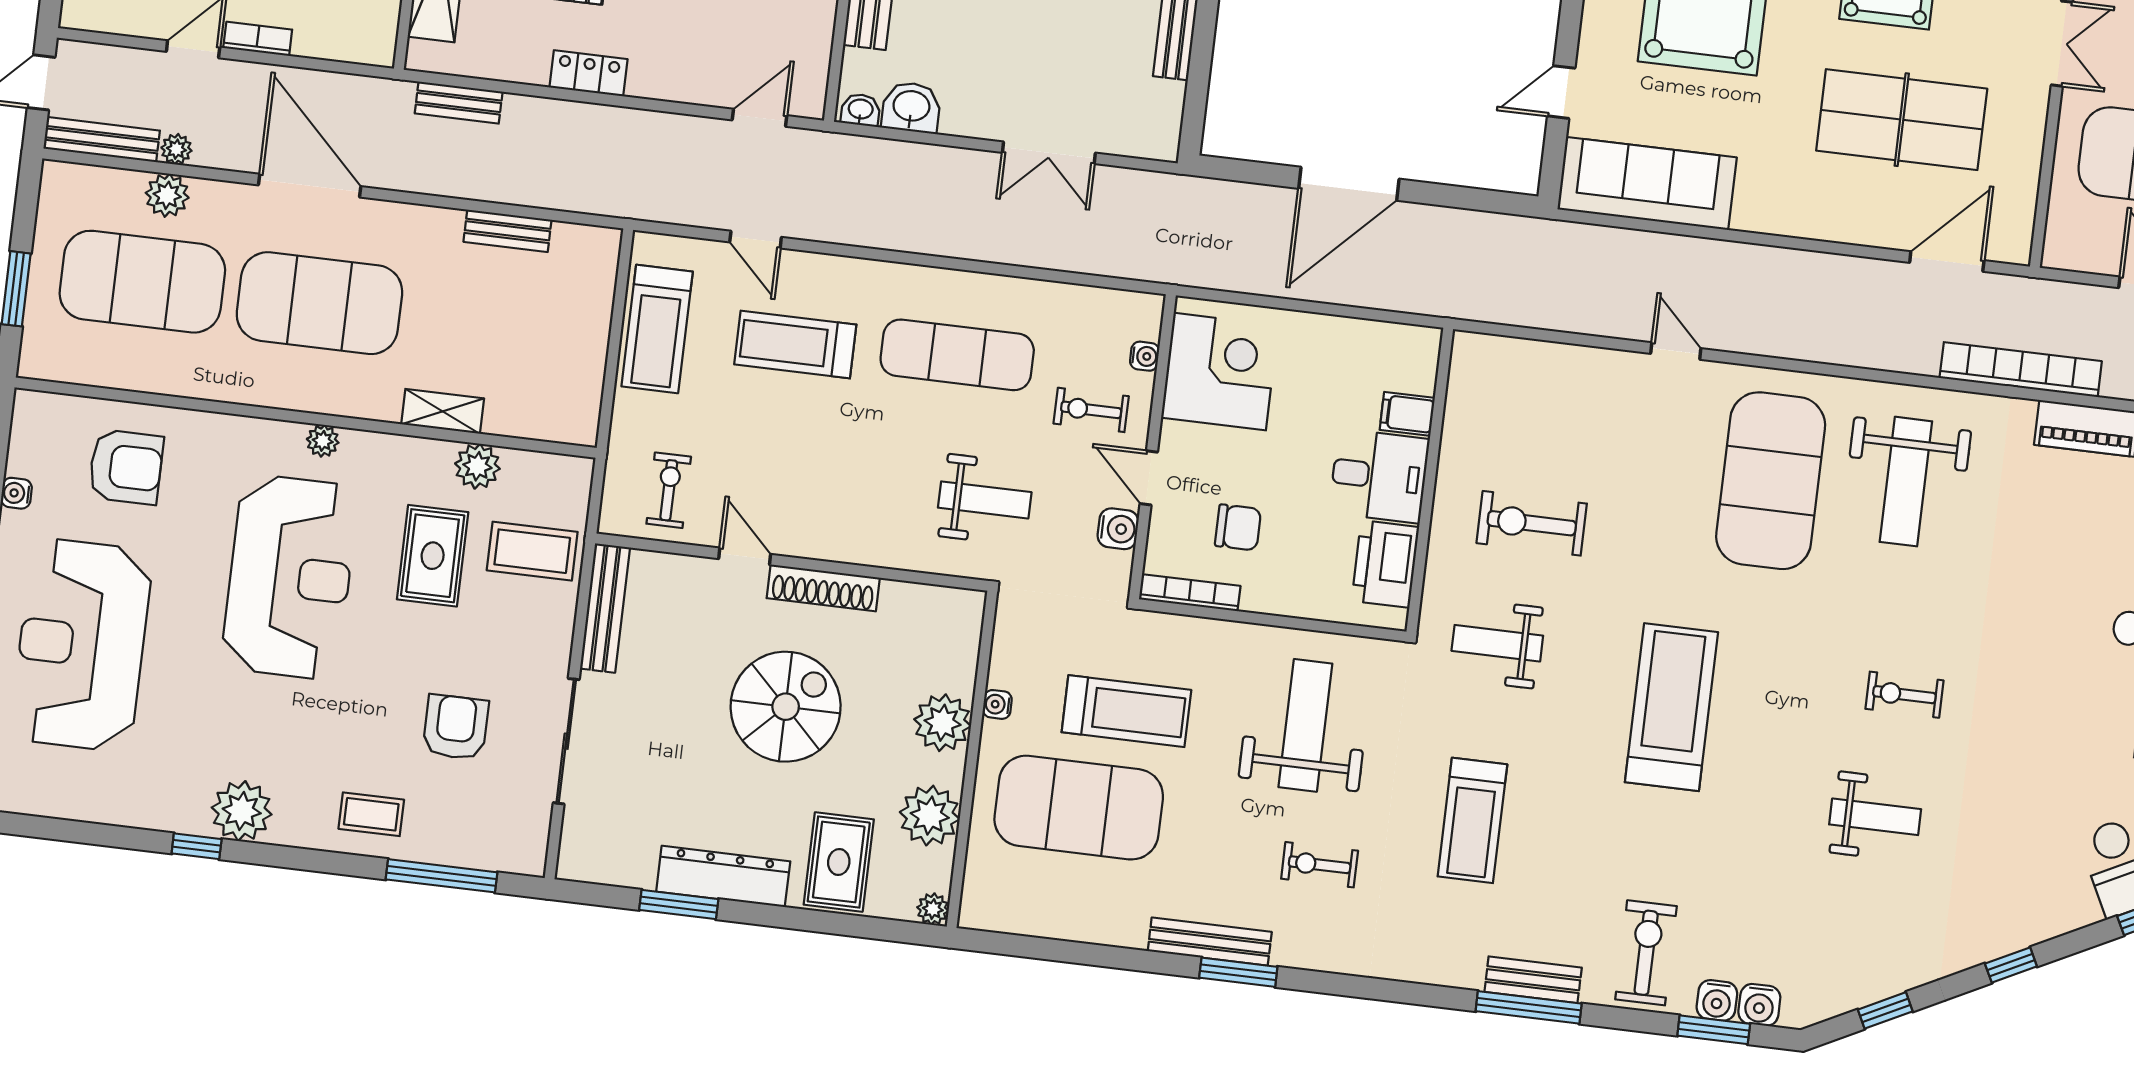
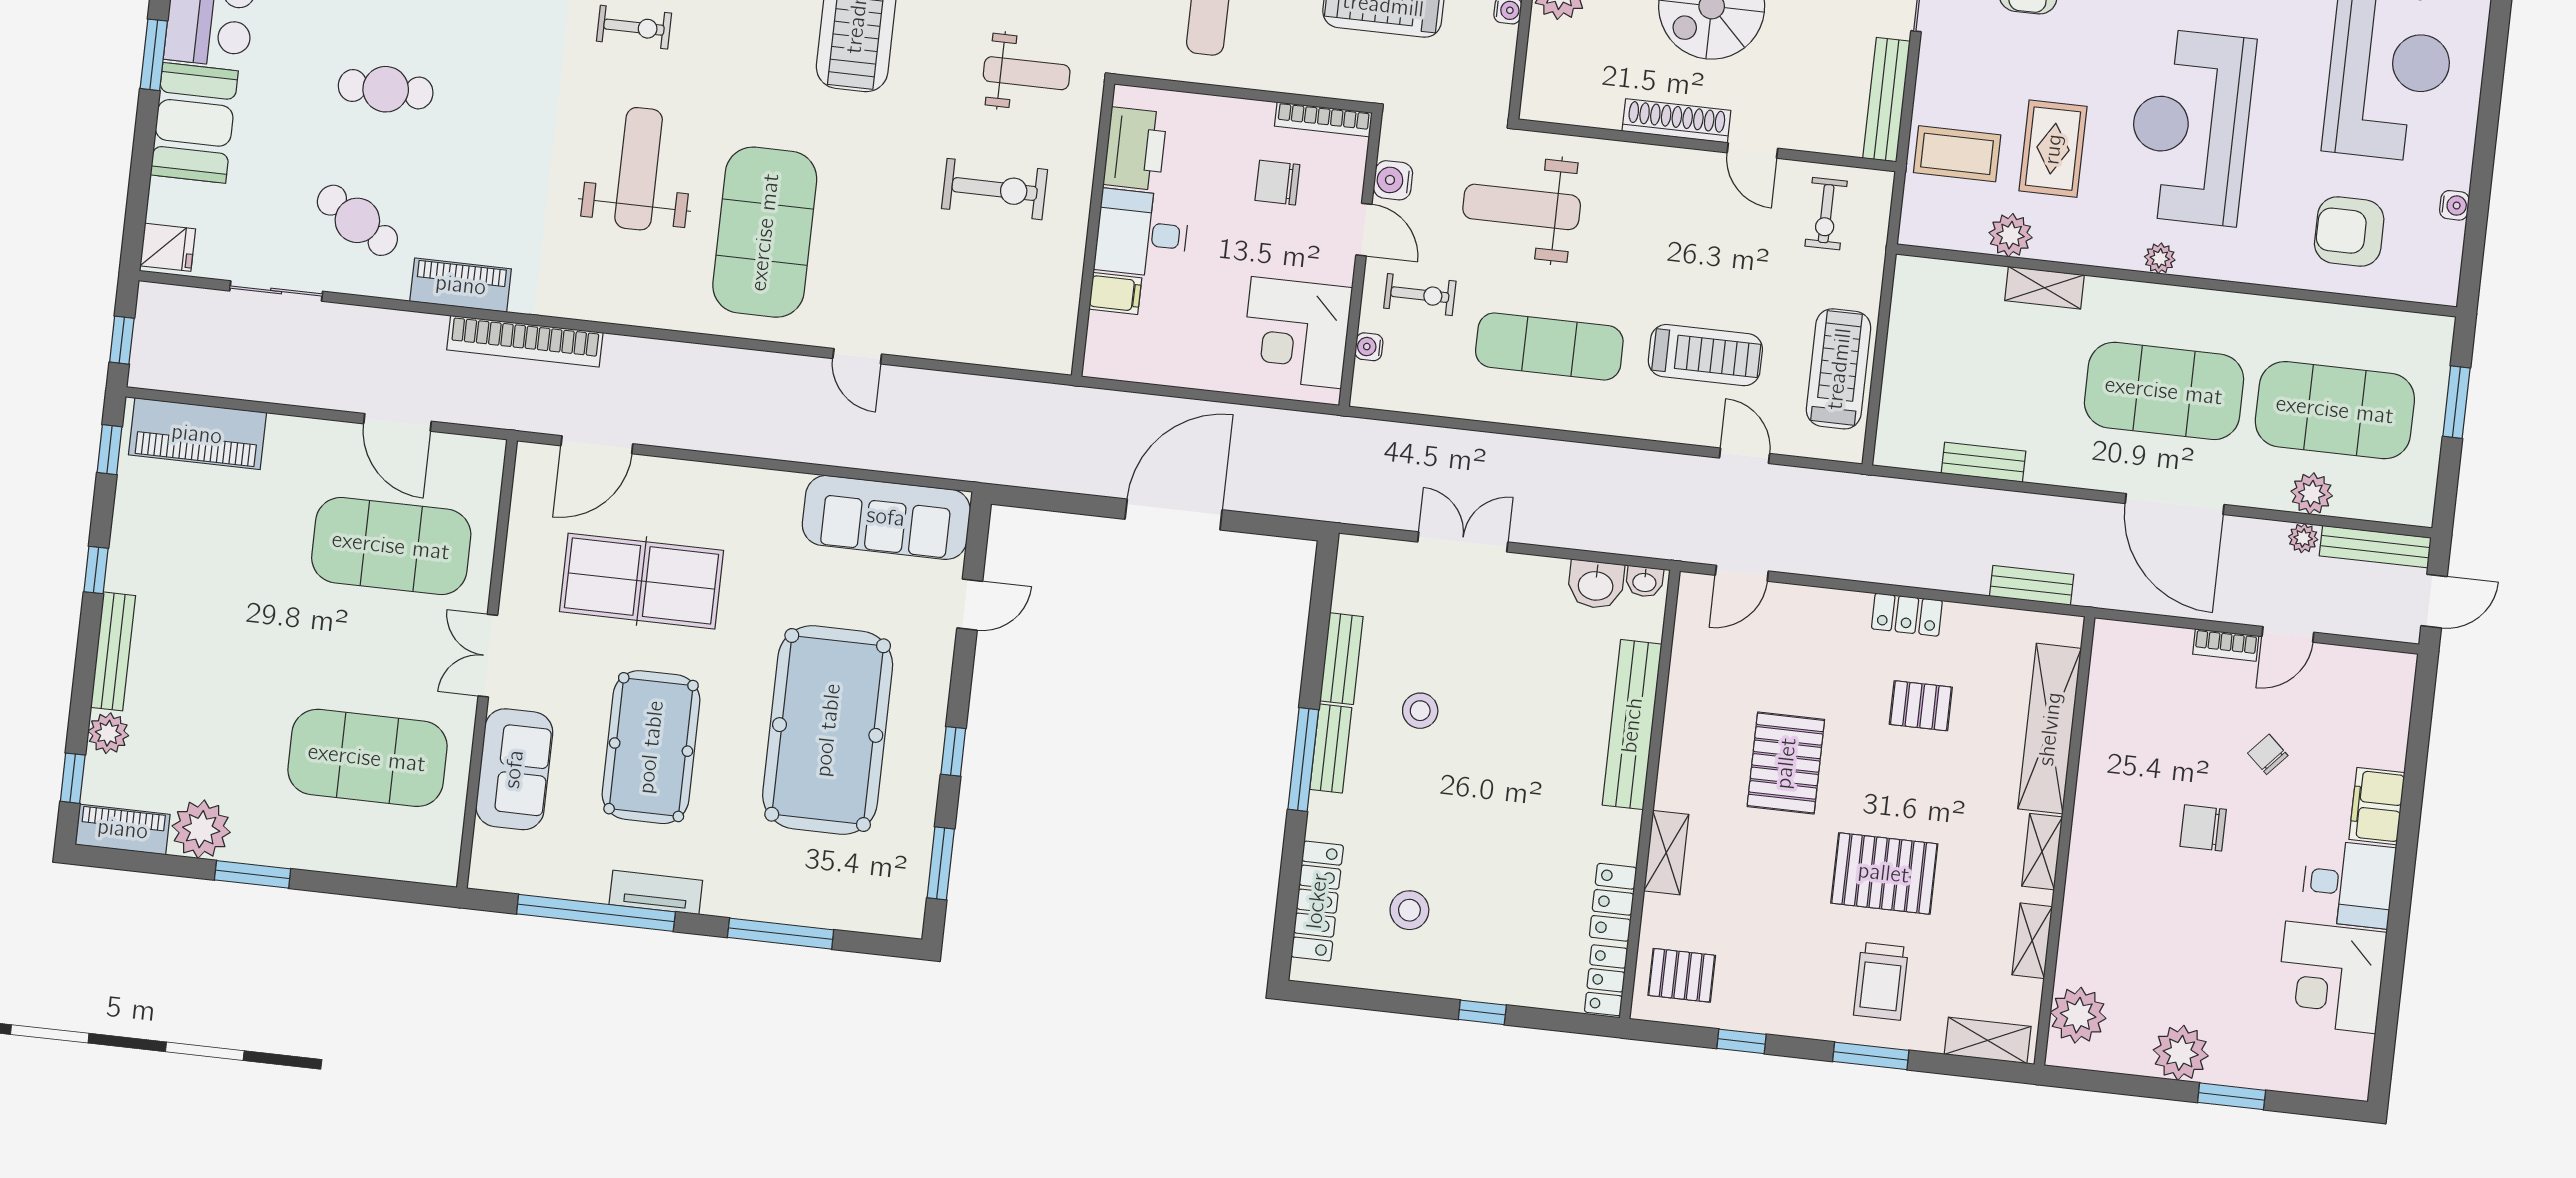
weight bench: (1906, 482) -> (639, 169), moved
weight bench: (985, 500) -> (1522, 207), width x1.36, depth x1.33

